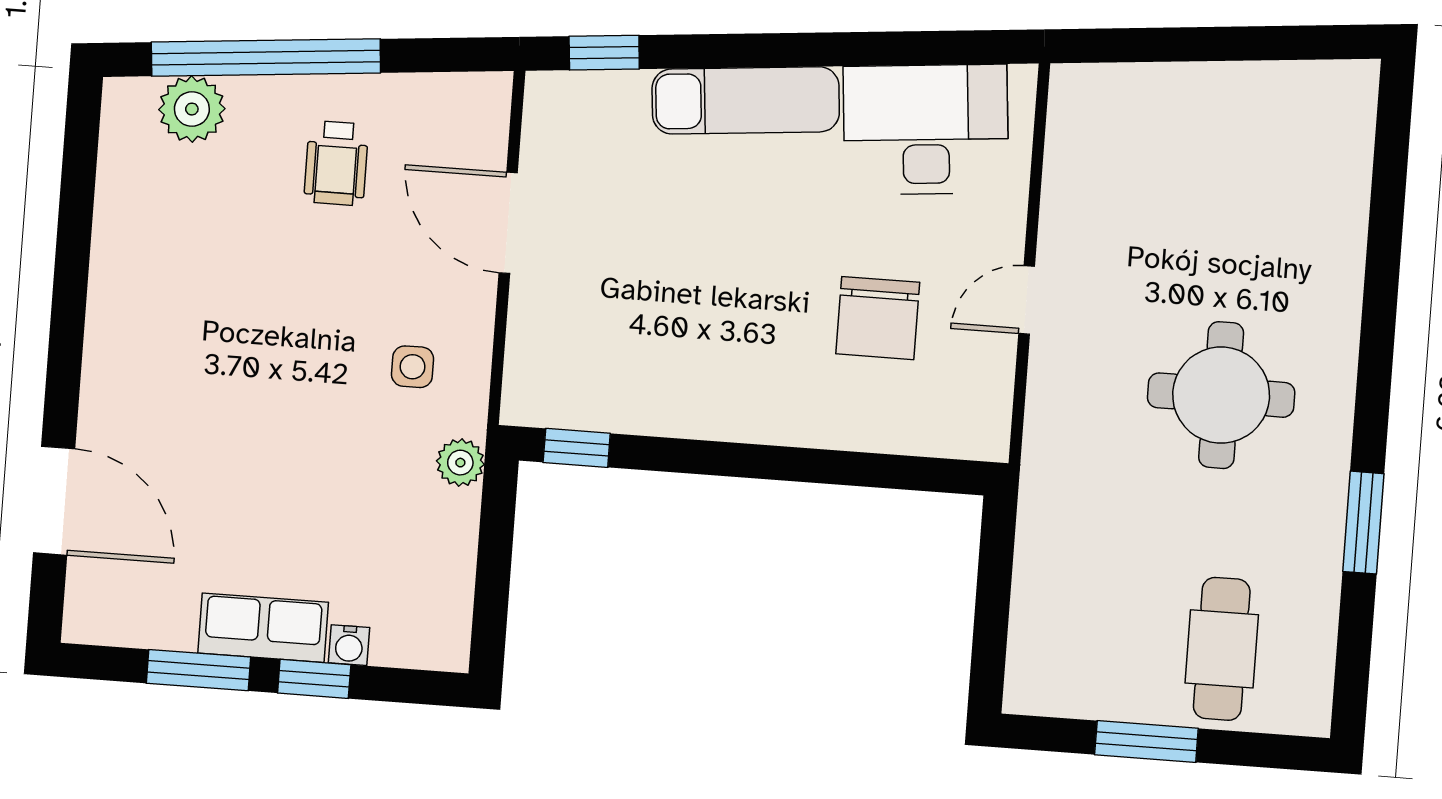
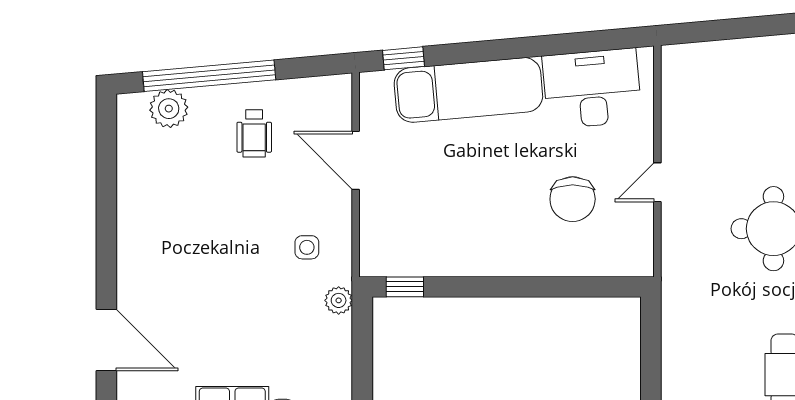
exam couch: (746, 100) -> (468, 90), width x1.36, depth x1.45

